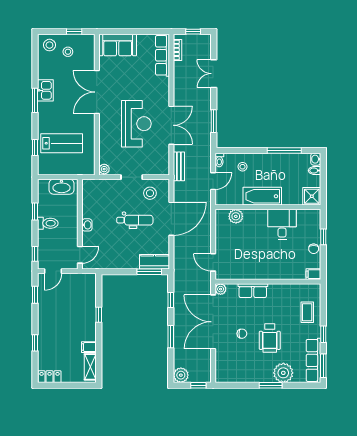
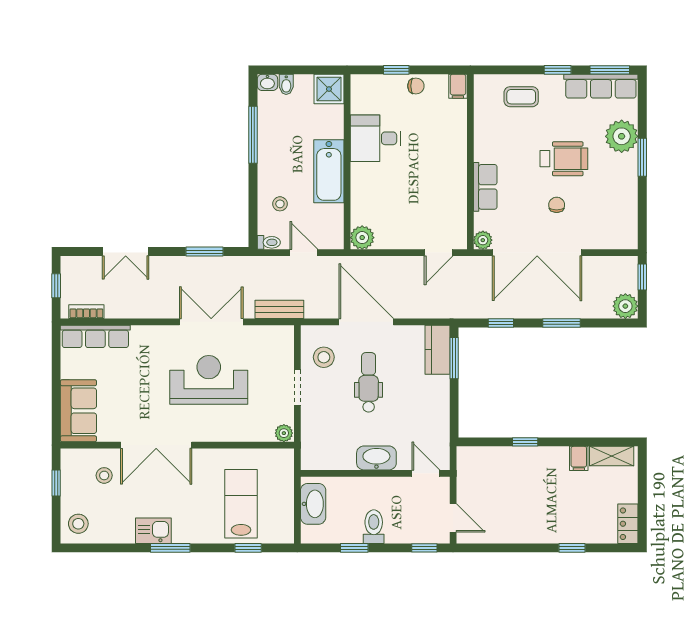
stool: (68, 52) -> (104, 475), moved
plant: (236, 216) -> (362, 238), moved
washbasin: (87, 225) -> (376, 458), width x1.91, depth x1.45
window: (35, 295) -> (492, 548), removed

